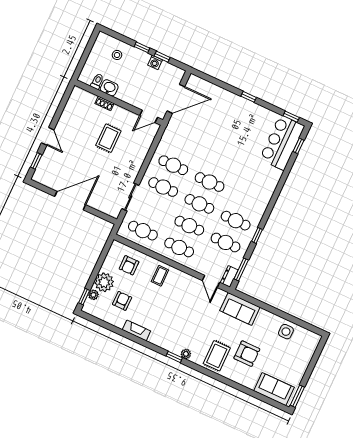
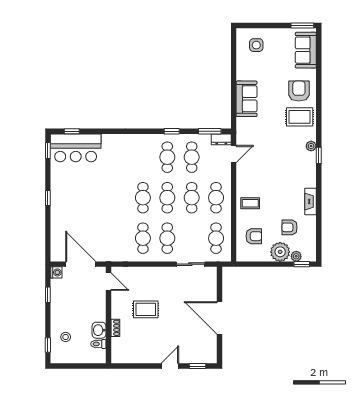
window: (142, 47) -> (48, 345), moved
washing machine: (155, 62) -> (56, 272), moved
sofa: (240, 309) -> (247, 99), moved
side table: (286, 332) -> (256, 45), moved
armchair: (247, 354) -> (299, 91), moved

